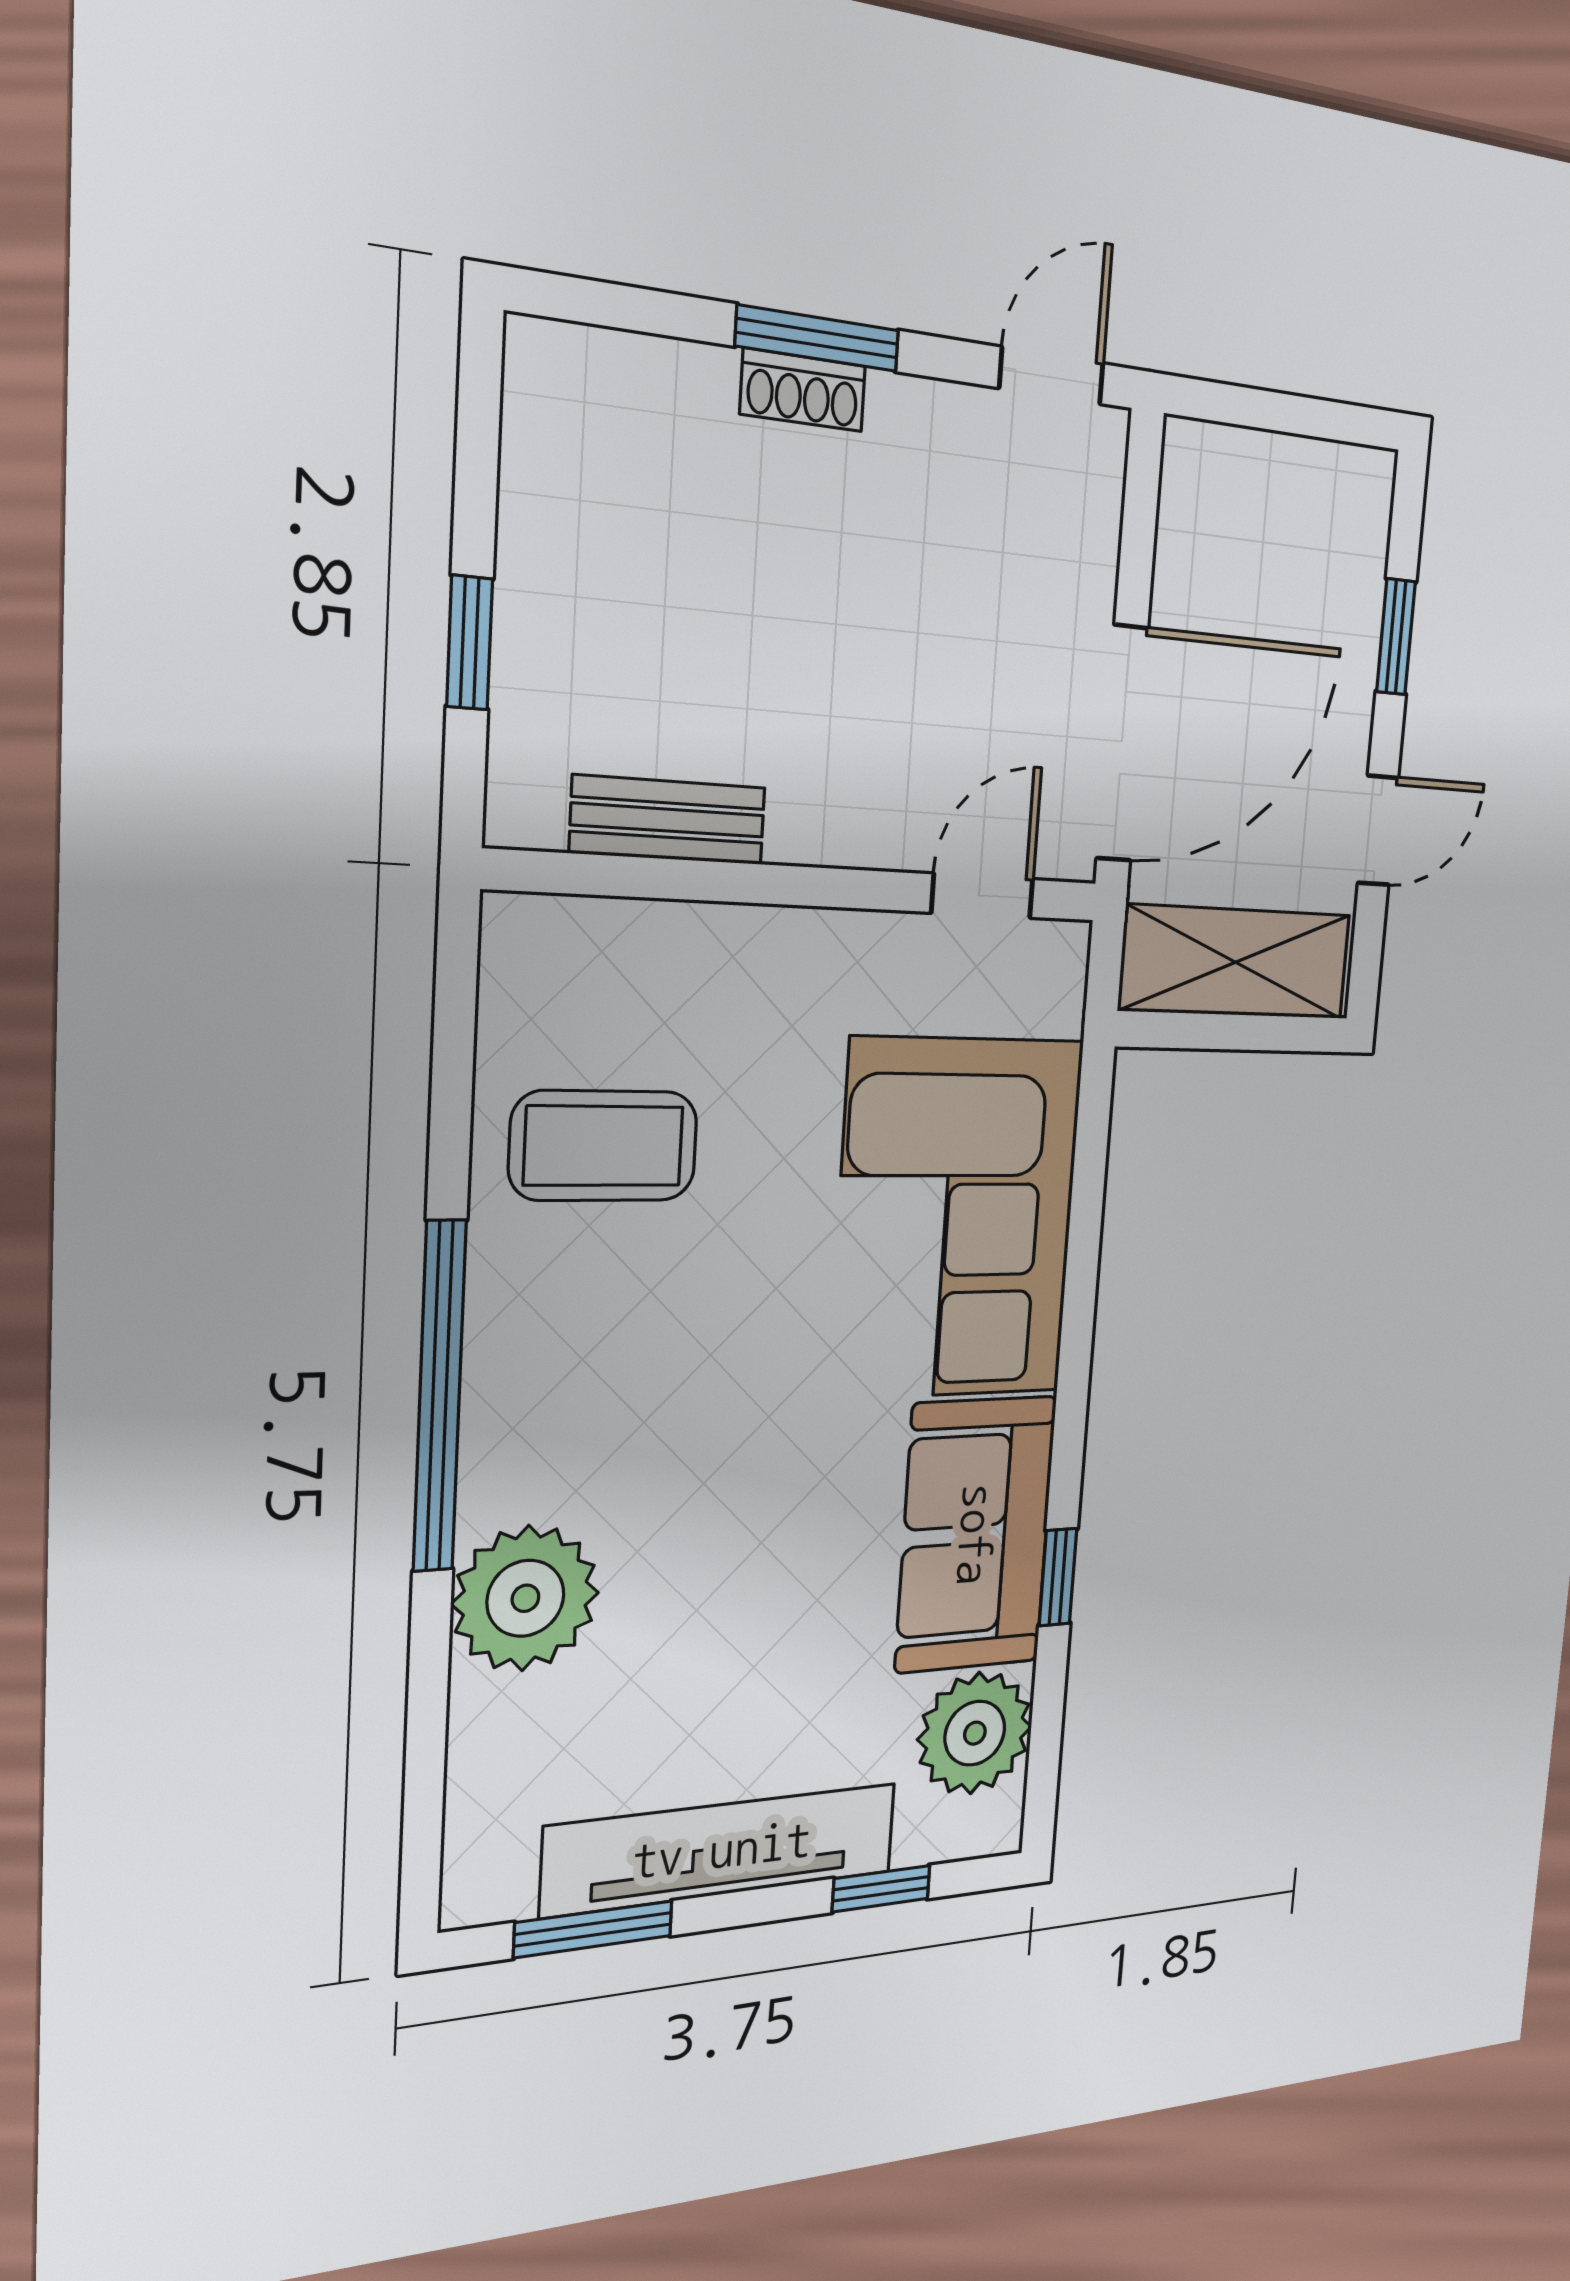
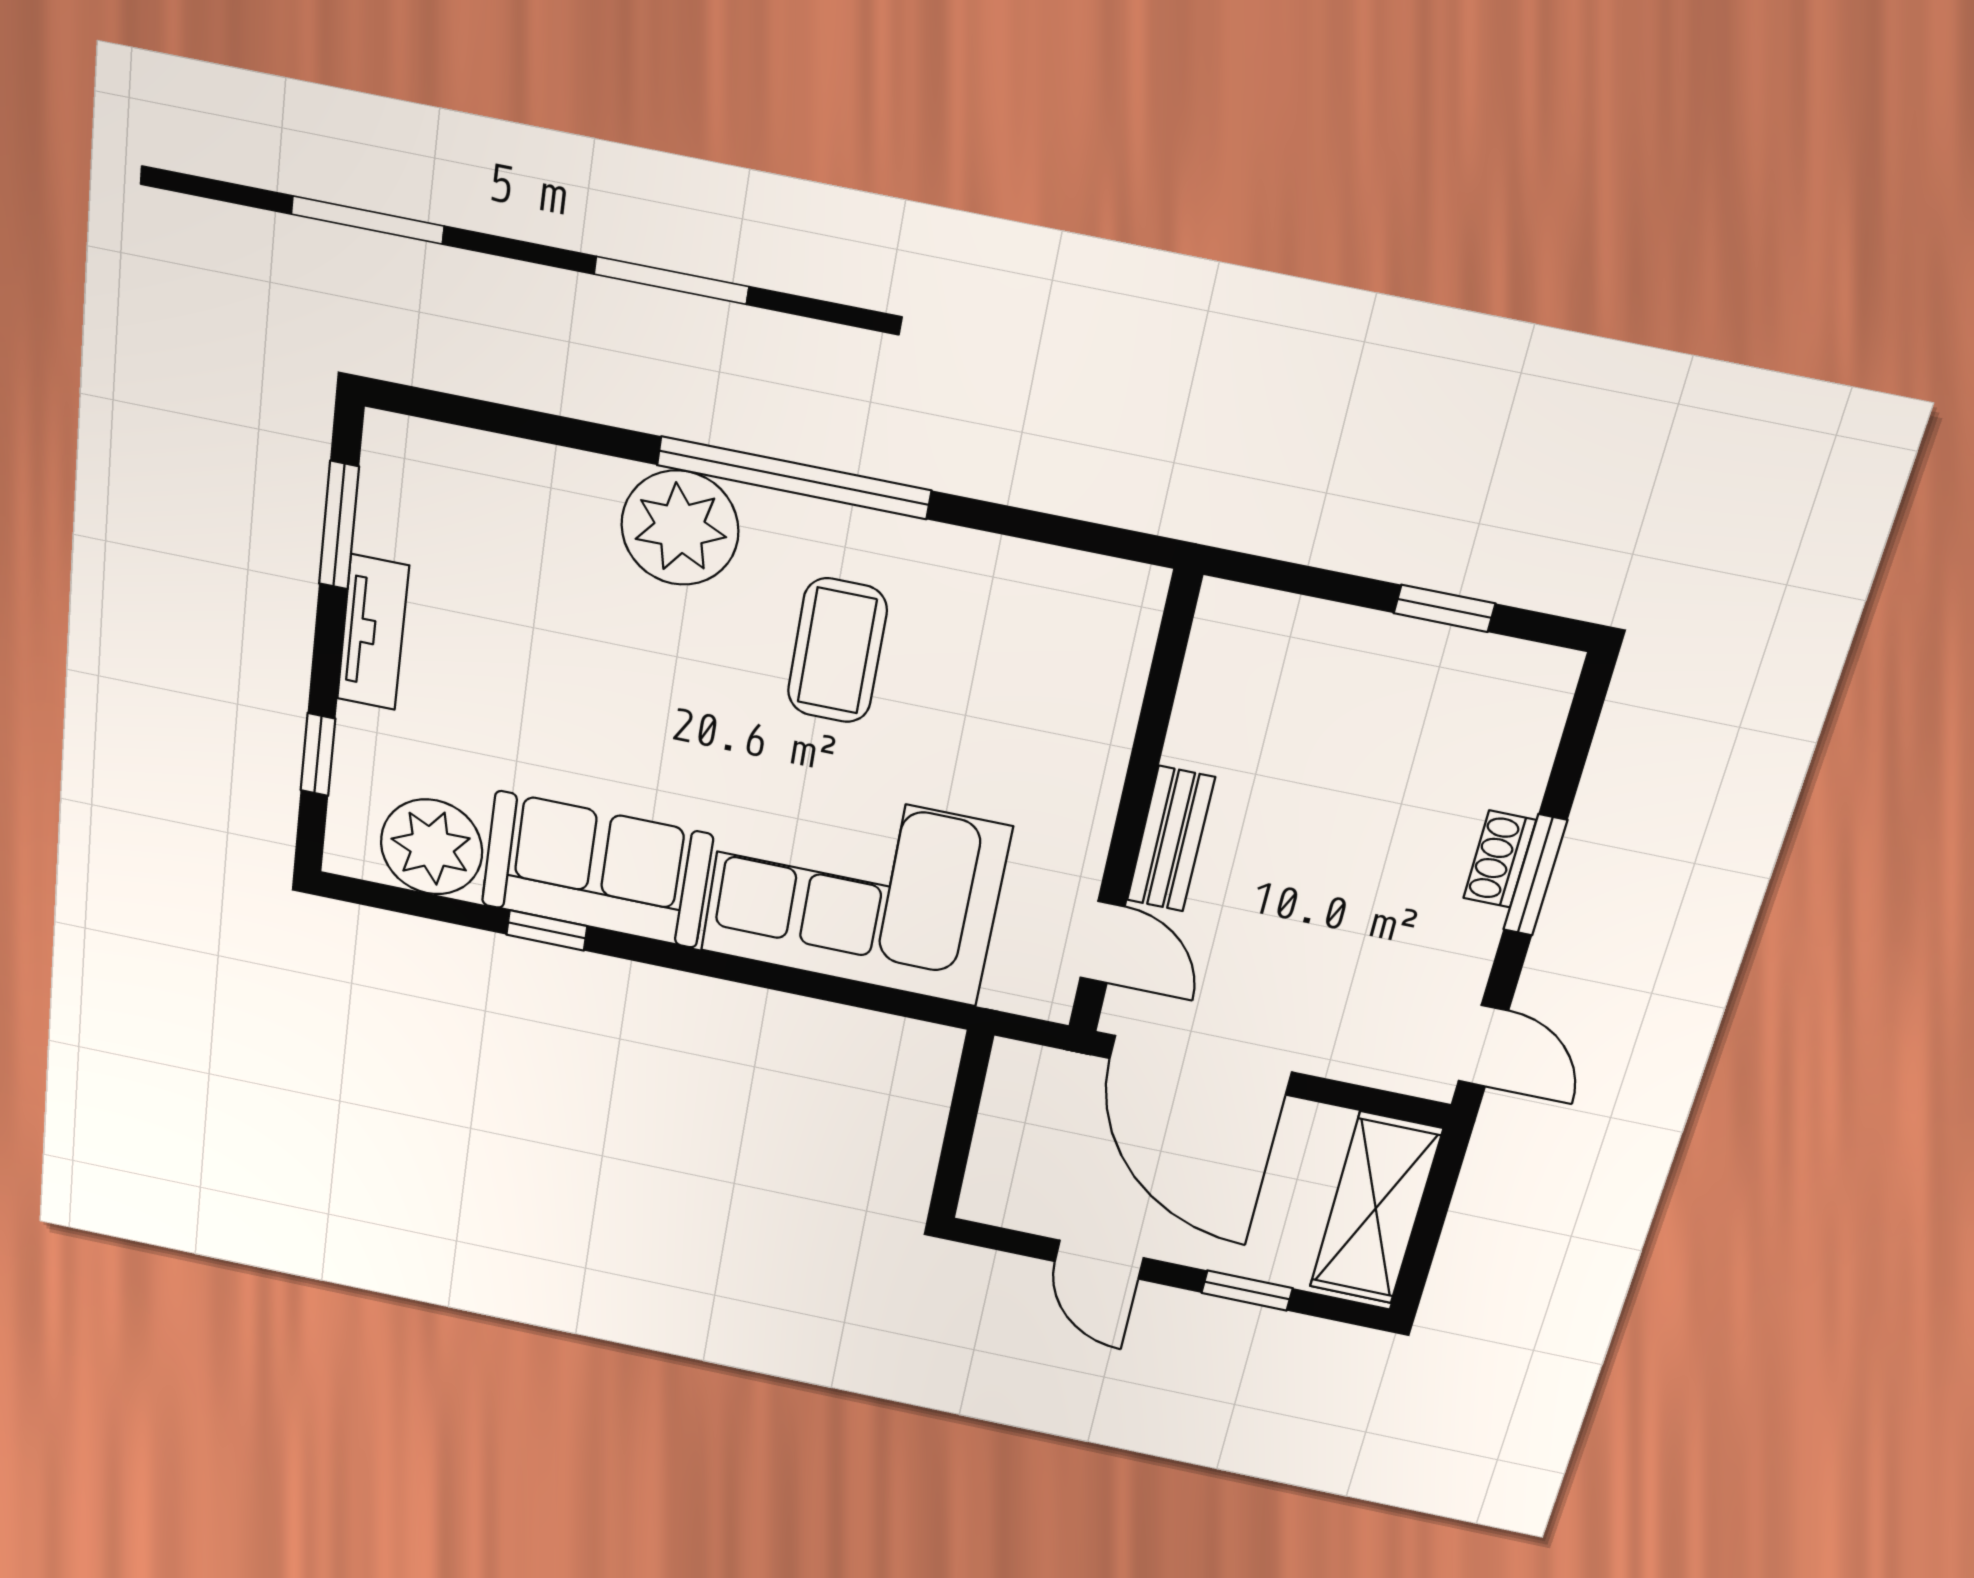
window: (470, 643) -> (1444, 608), moved
bench: (668, 820) -> (1171, 839), moved
shelving: (1236, 962) -> (1376, 1208), moved
coffee table: (604, 1146) -> (837, 651), moved
plant: (525, 1598) -> (680, 528), moved
tv unit: (722, 1850) -> (373, 633), width x0.52, depth x0.78

